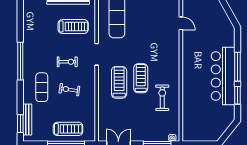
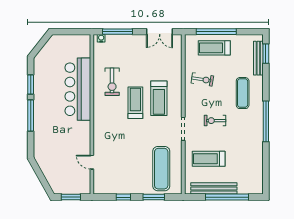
bar counter: (223, 76) -> (78, 89), moved, turned 180
treadmill: (141, 78) -> (135, 103), turned 180
exercise bike: (69, 90) -> (202, 79), moved

